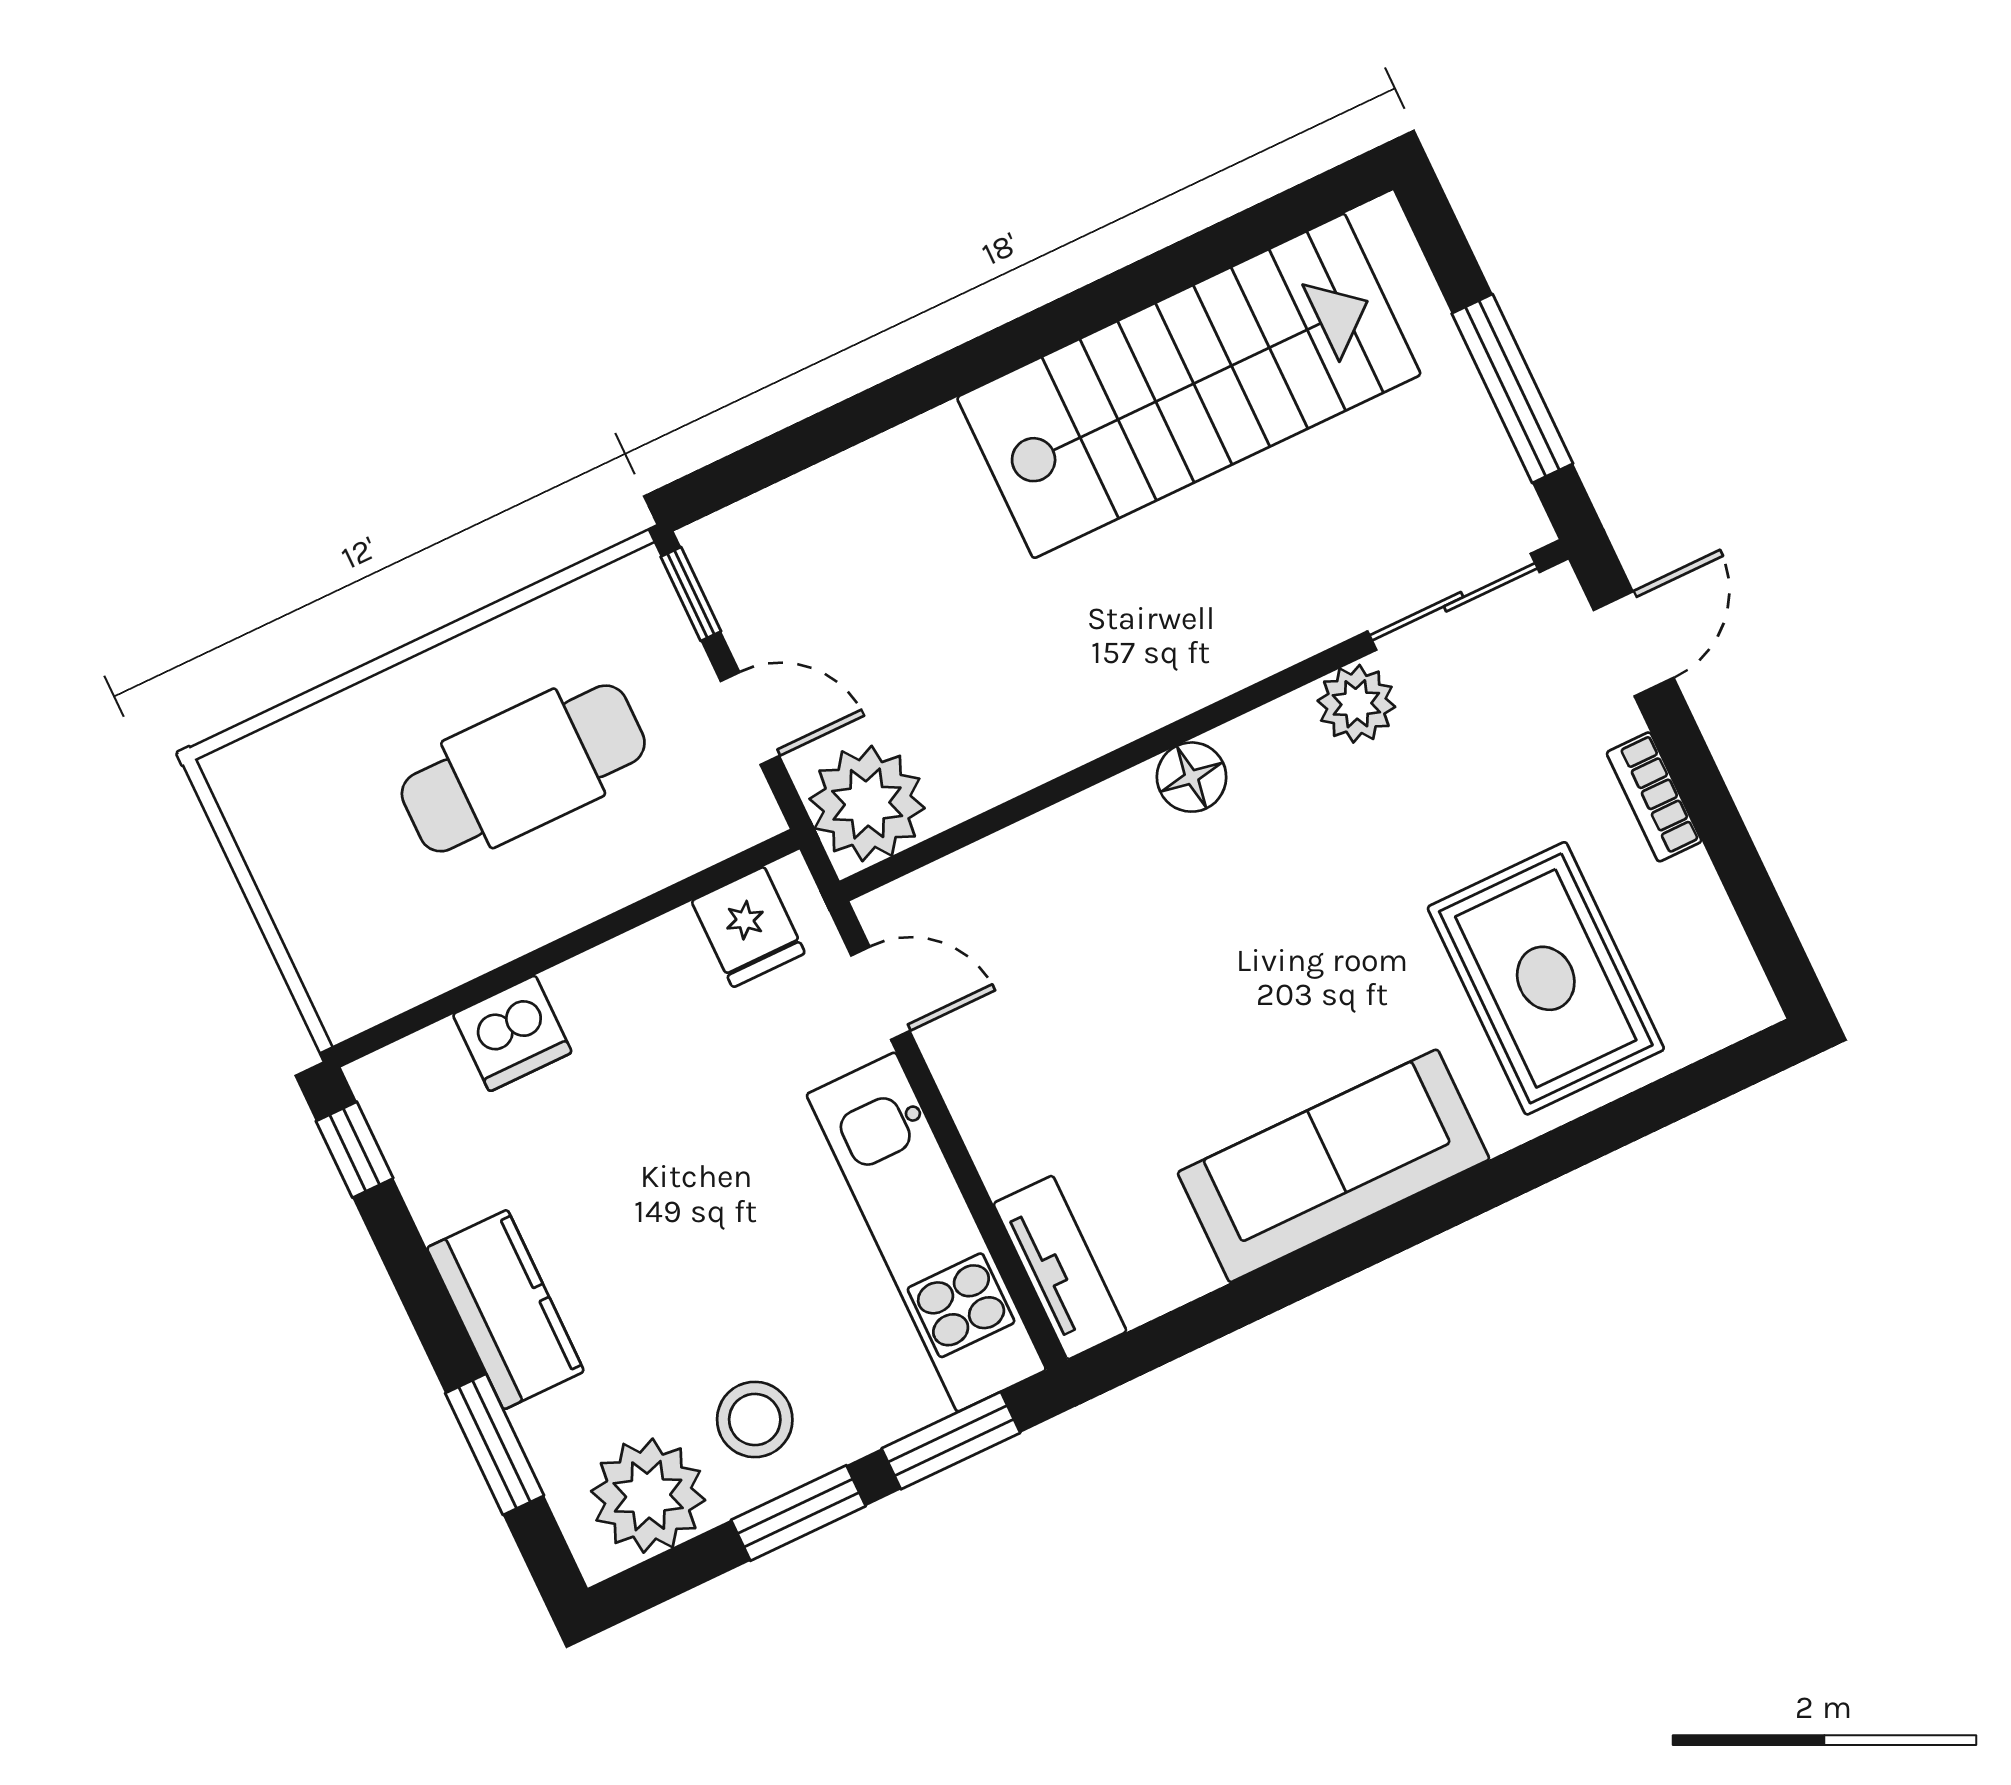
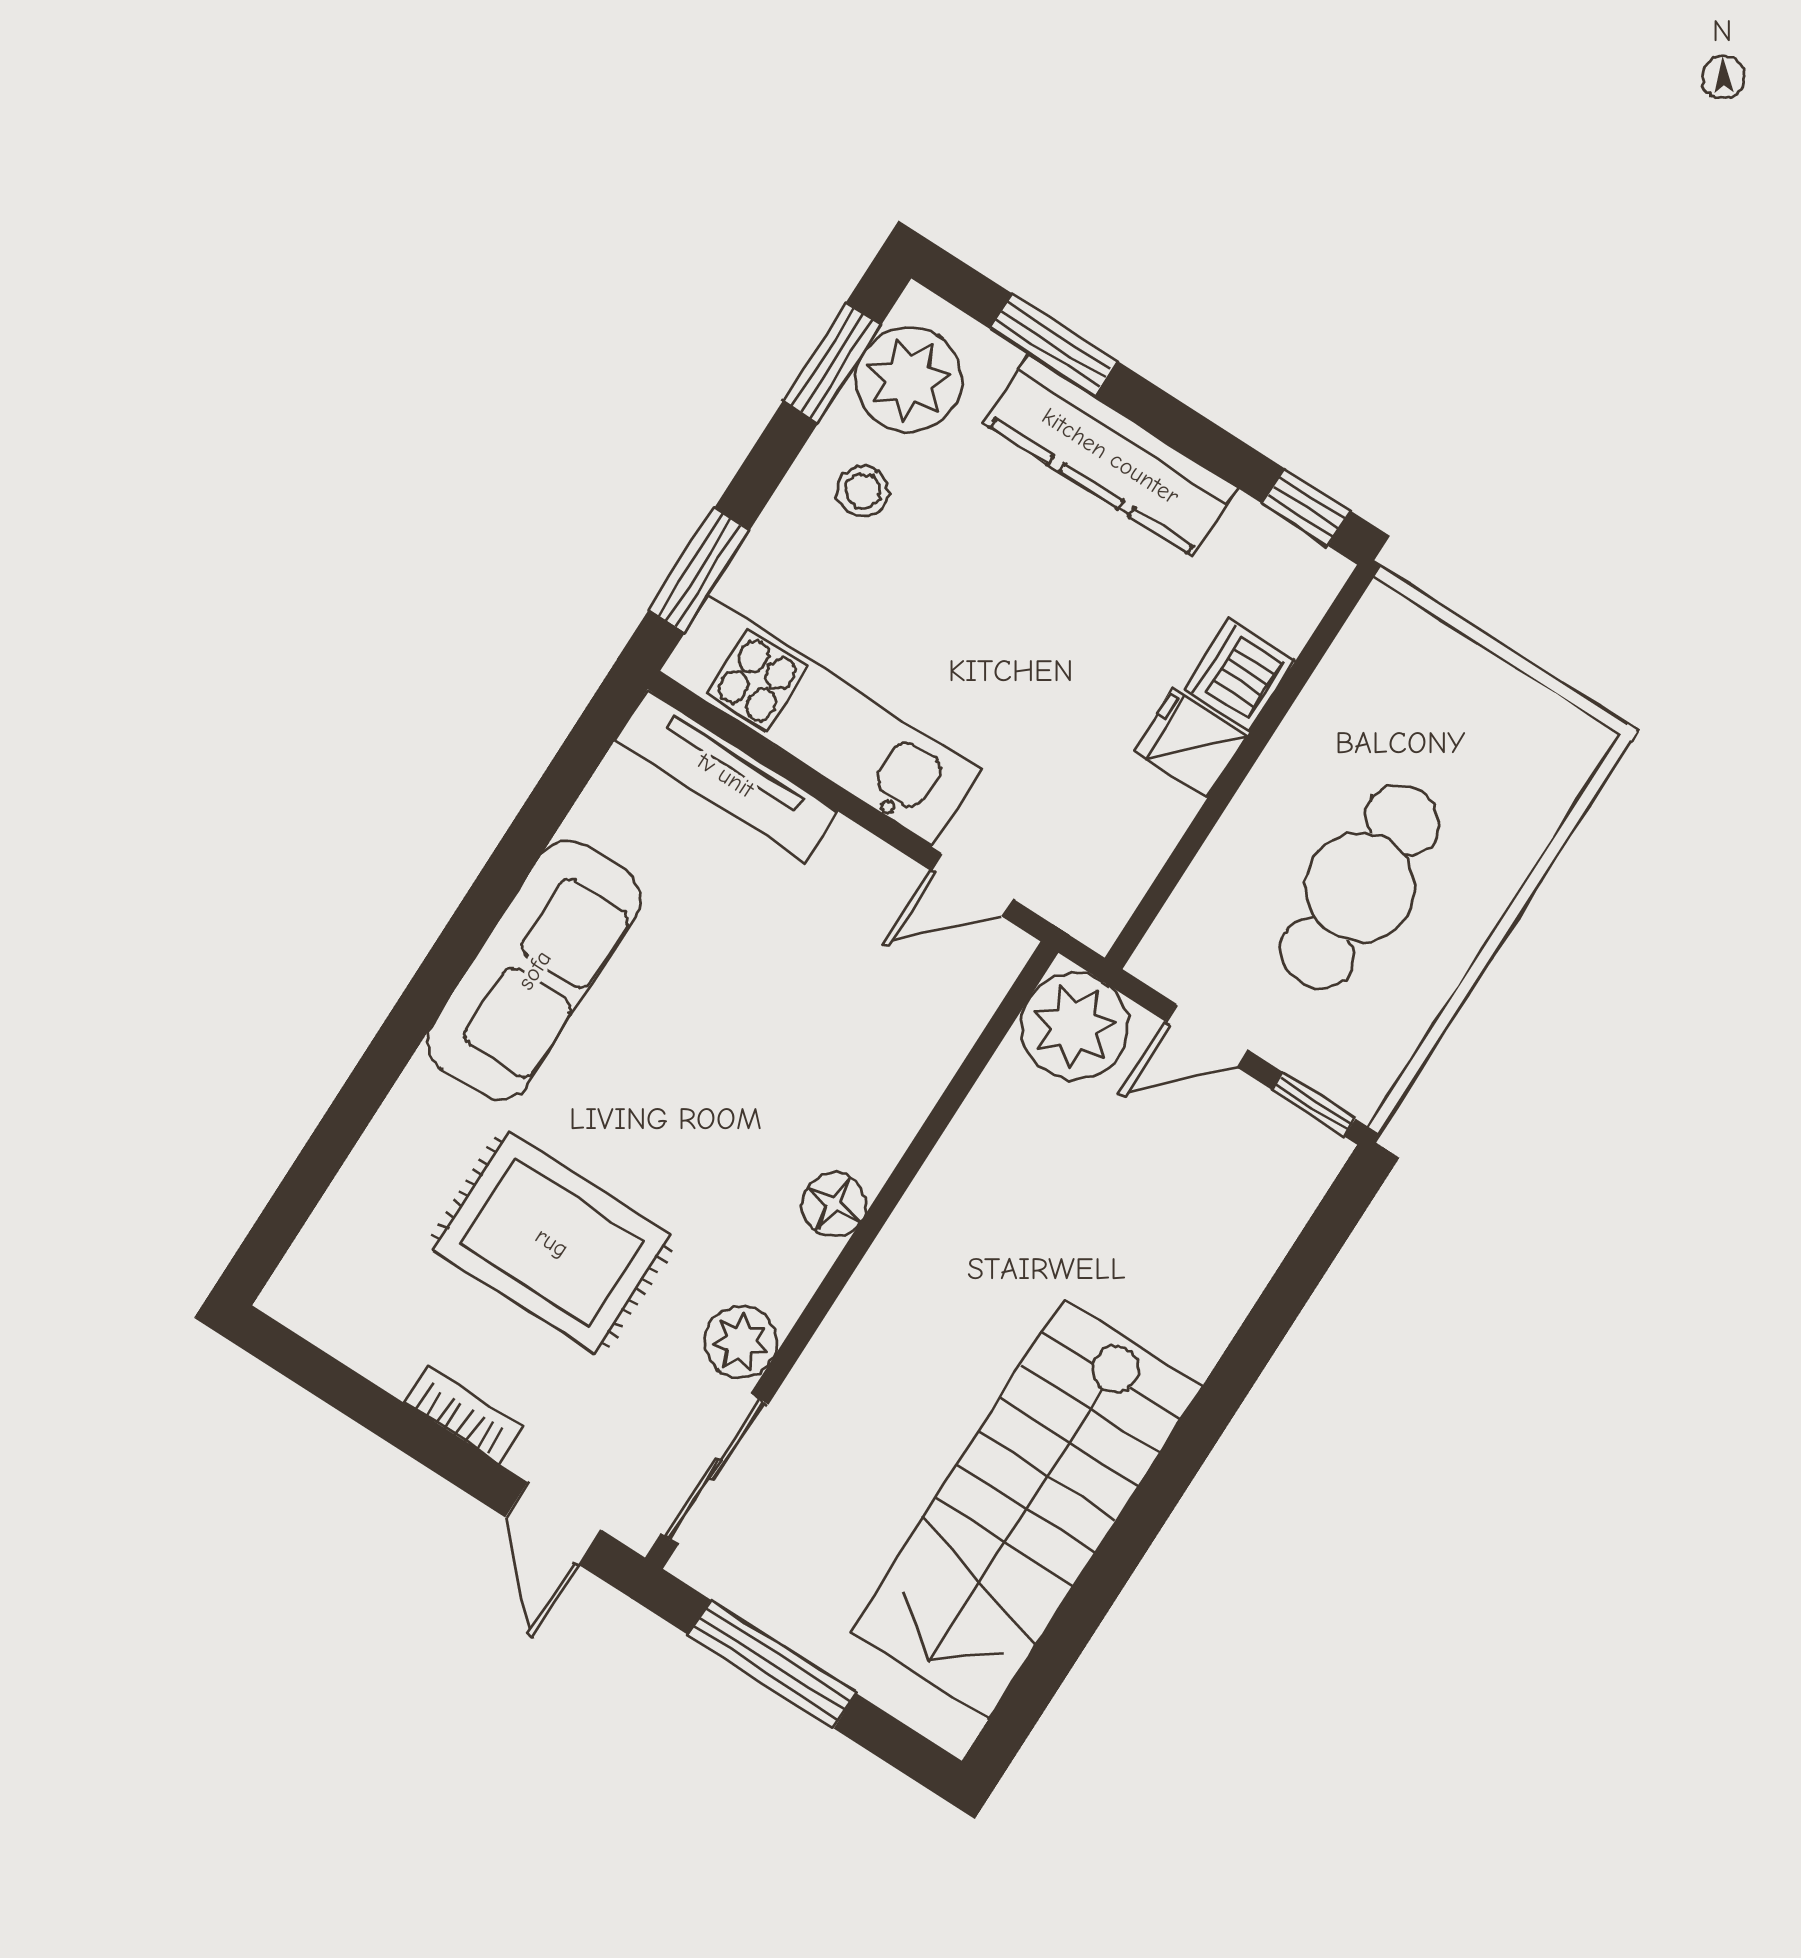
fridge: (748, 927) -> (1190, 743), moved
rug: (1546, 978) -> (552, 1242), moved
tv unit: (1060, 1268) -> (726, 775), width x1.41
kitchen counter: (505, 1310) -> (1111, 456), width x1.50
stool: (755, 1419) -> (863, 491), width x0.73, depth x0.73
window: (798, 1513) -> (832, 363), moved

